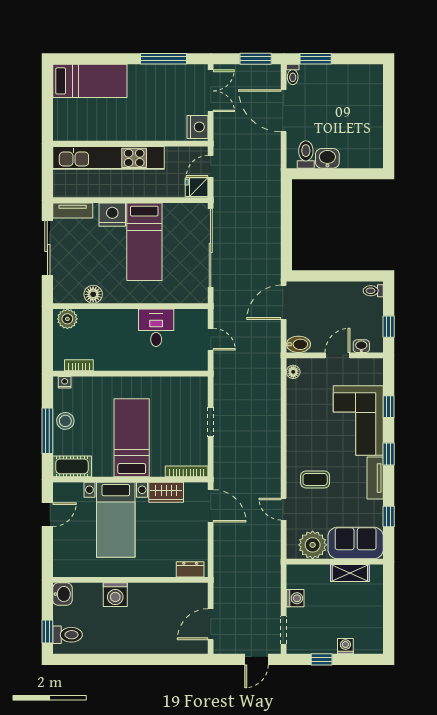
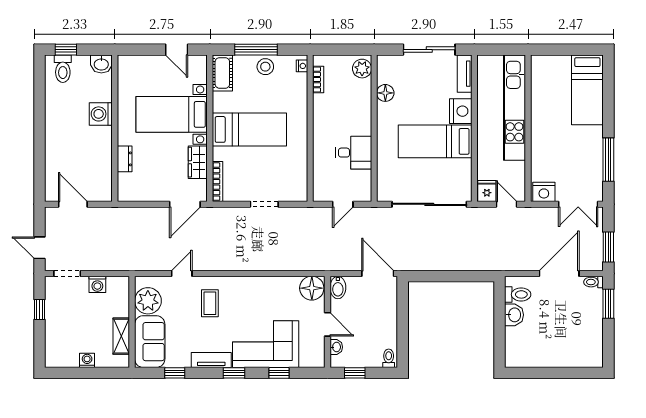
floor lamp: (293, 372) -> (312, 288), width x1.89, depth x1.89
dresser: (190, 569) -> (125, 159), moved
washing machine: (345, 646) -> (87, 360), moved, turned -90

